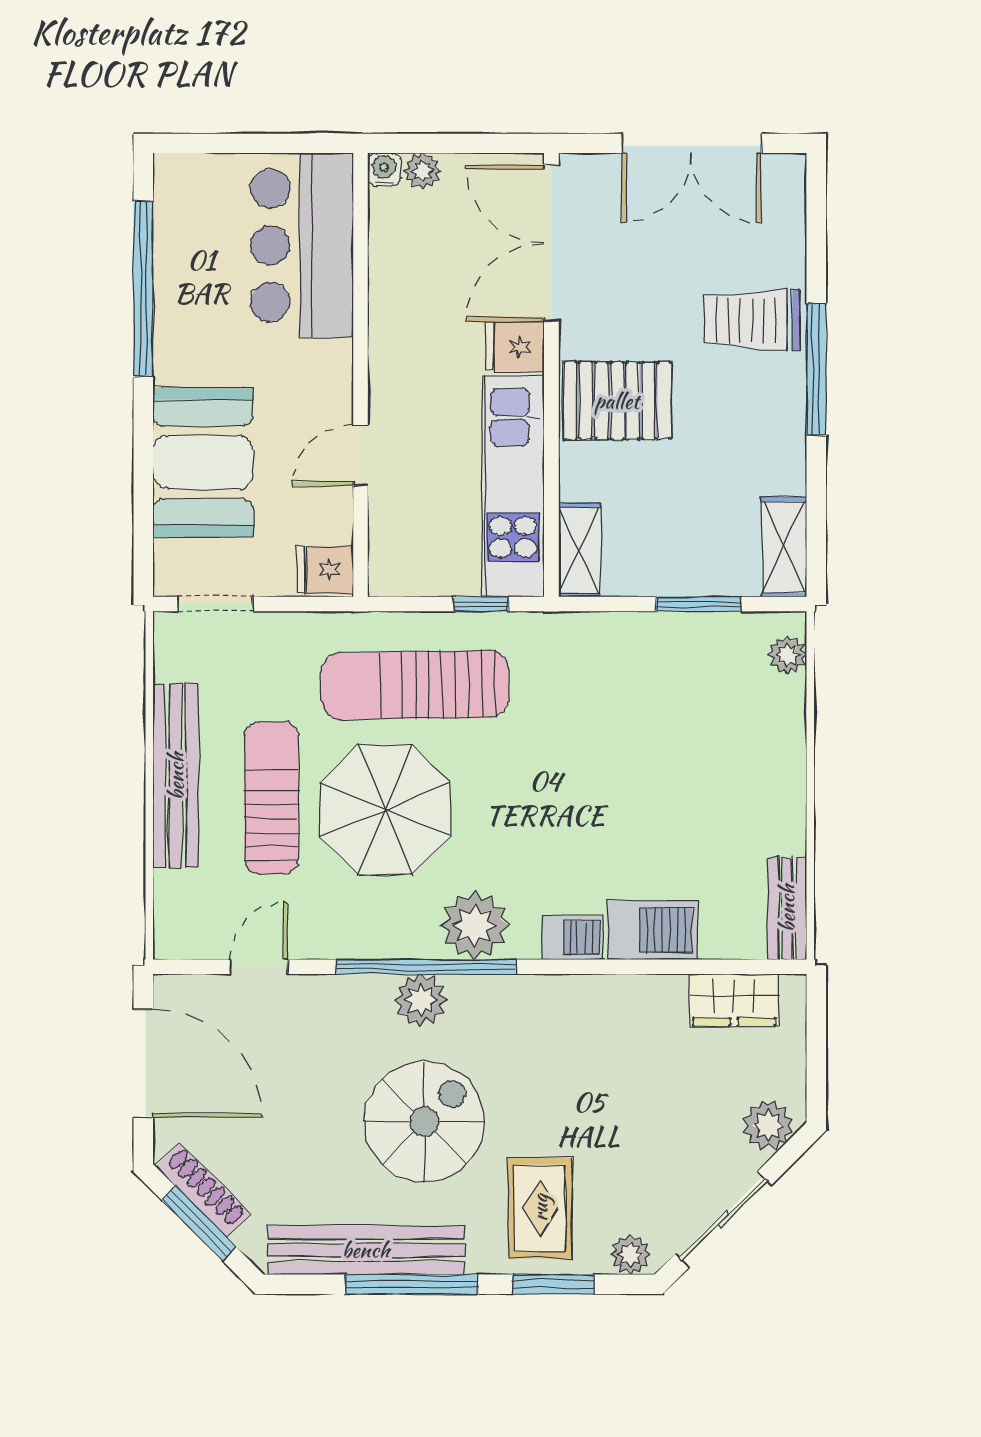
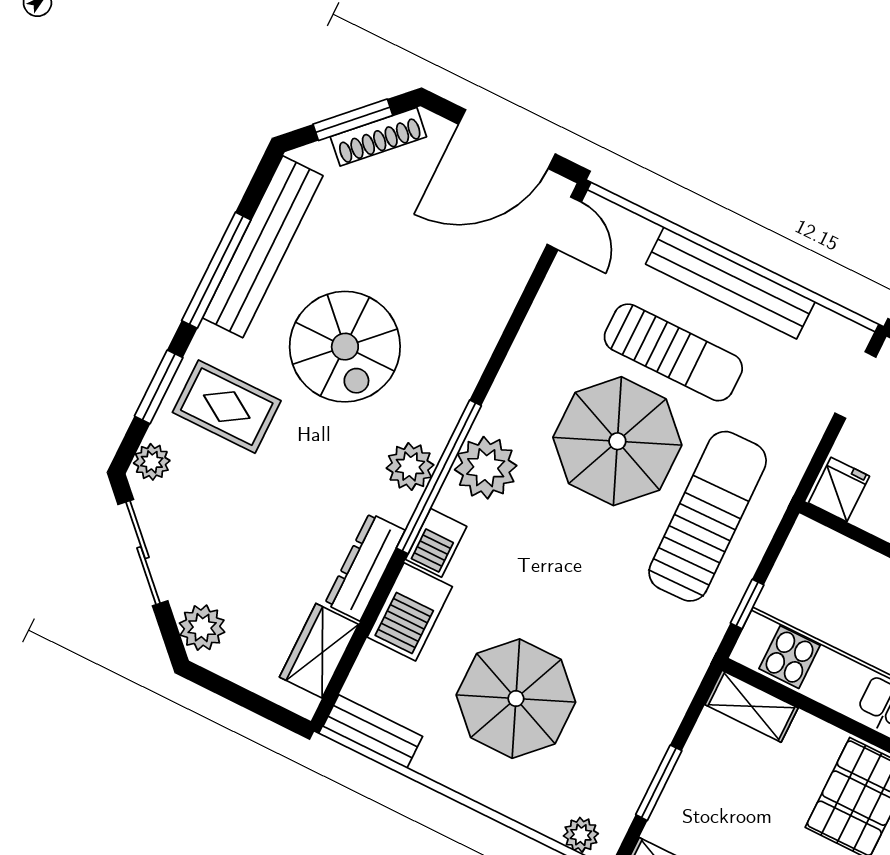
parasol: (686, 784) -> (516, 699), added
door: (259, 967) -> (564, 223), moved
window: (426, 967) -> (439, 477), moved
dresser: (630, 996) -> (365, 567), added
plant: (421, 1000) -> (410, 466), moved

